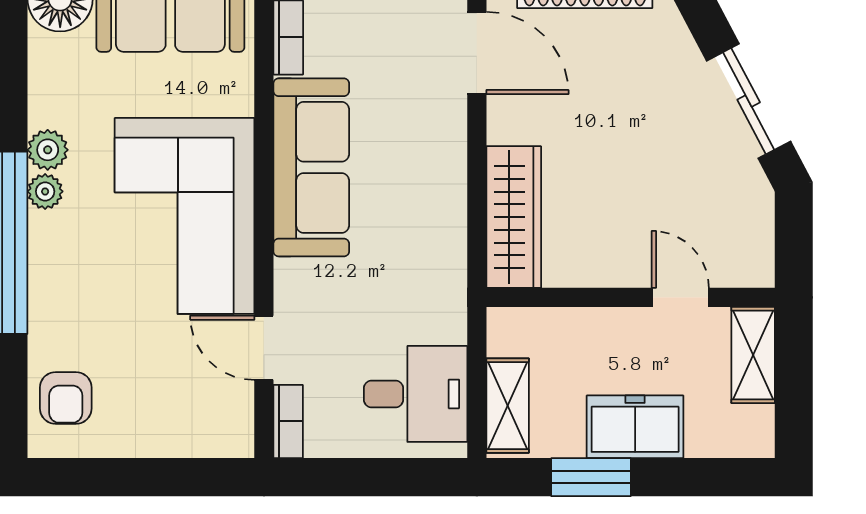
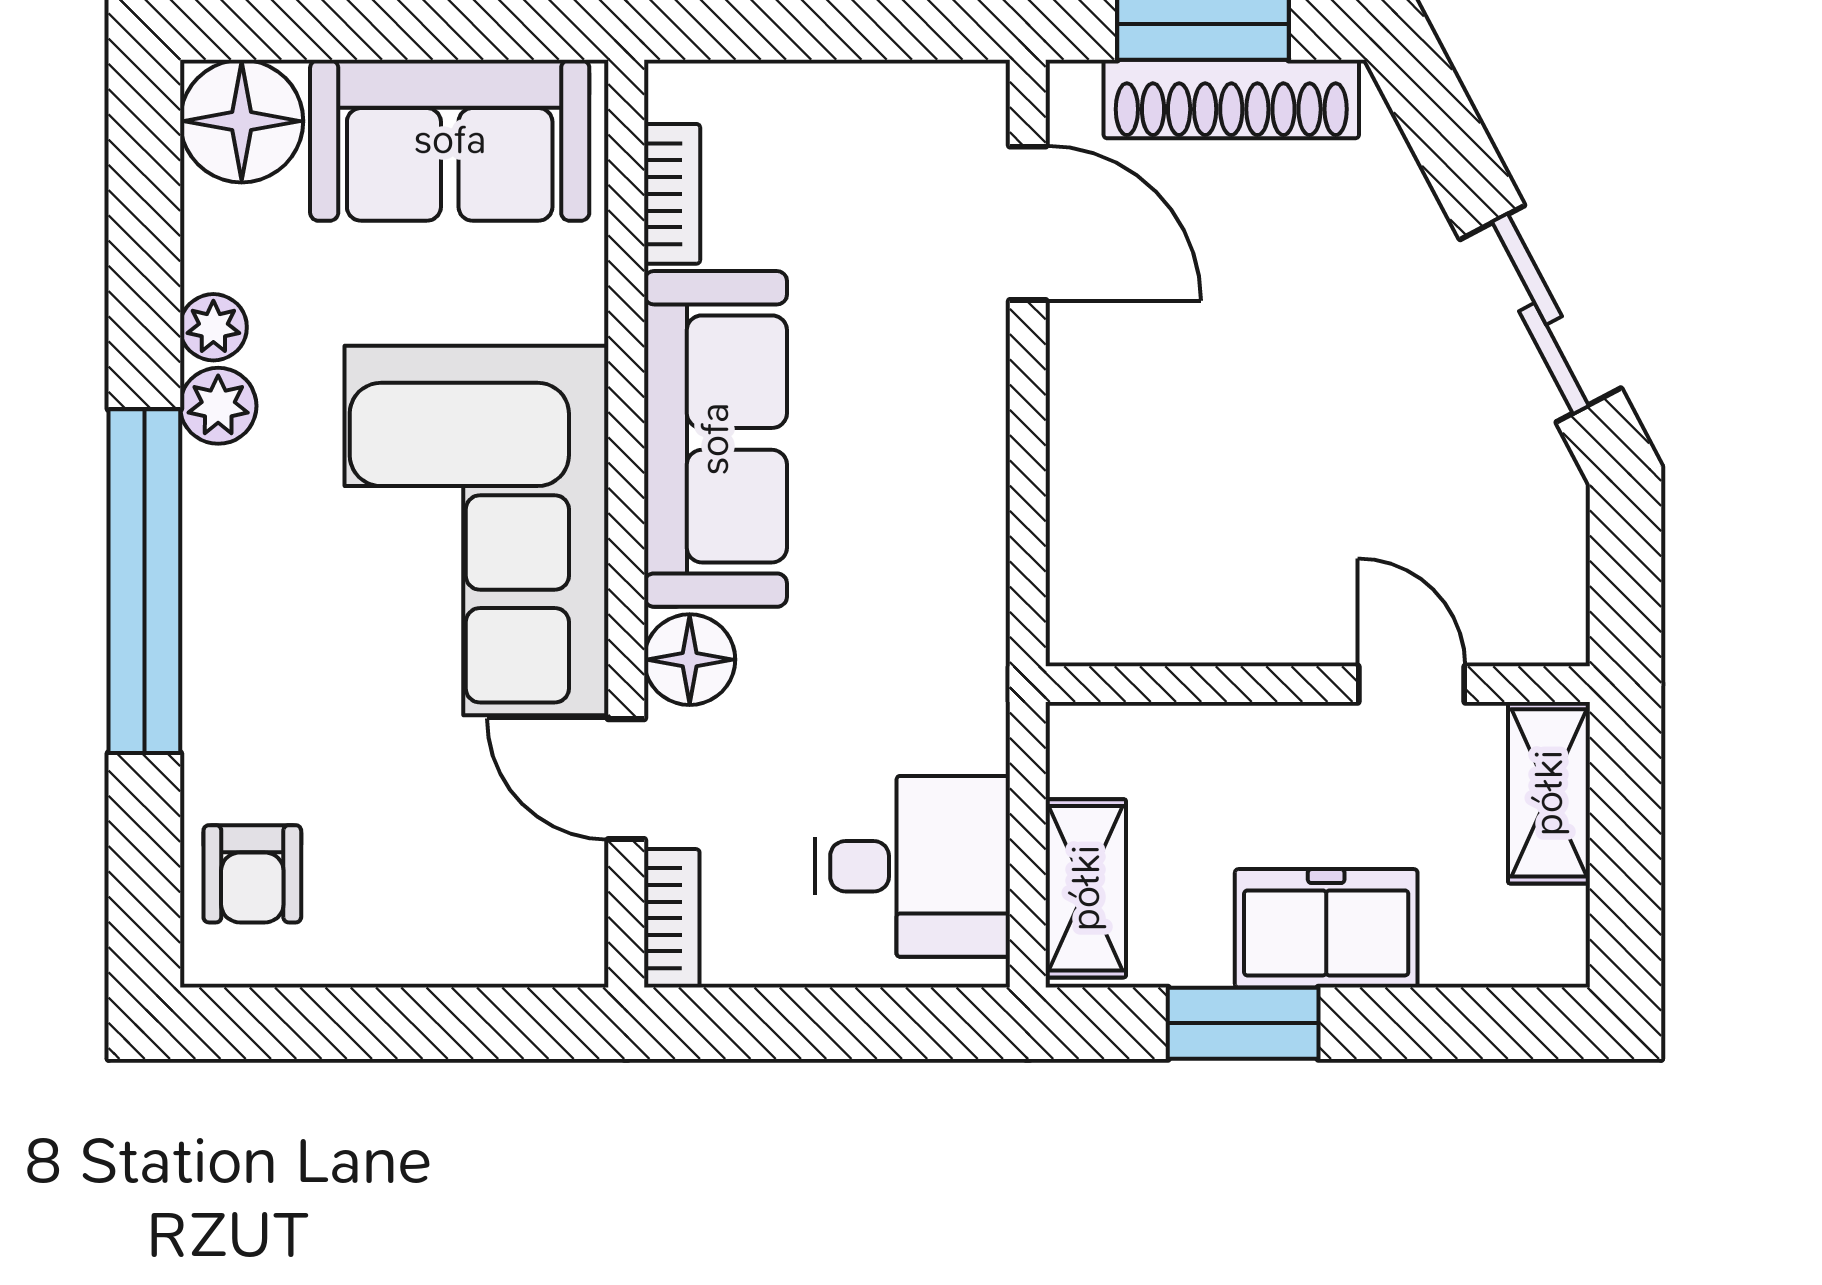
plant: (45, 191) -> (213, 327), moved
wardrobe: (514, 217) -> (1097, 533), removed
floor lamp: (298, 284) -> (690, 660), added

